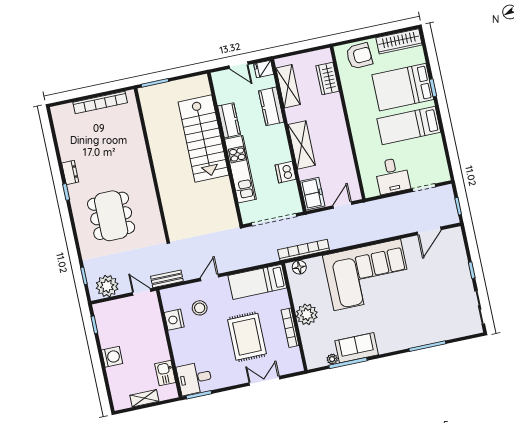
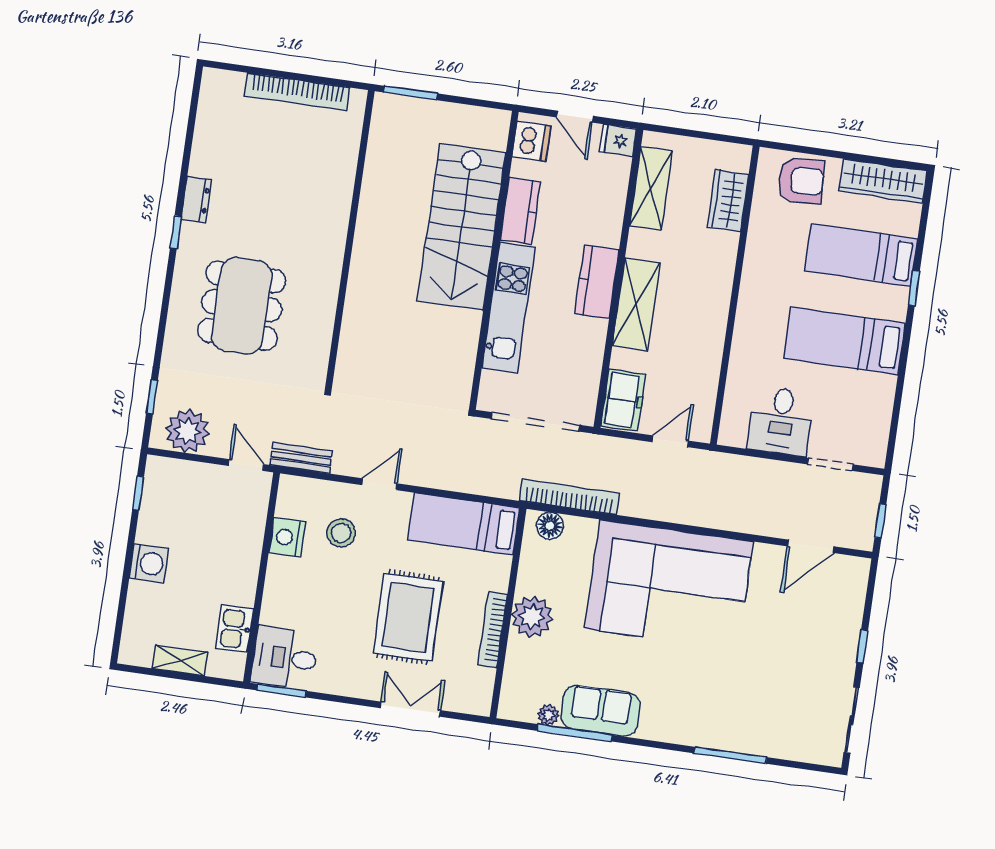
bed: (403, 87) -> (861, 255), width x0.67
kitchen counter: (271, 106) -> (597, 282), moved
dishwasher: (286, 172) -> (531, 141), moved, turned 180

